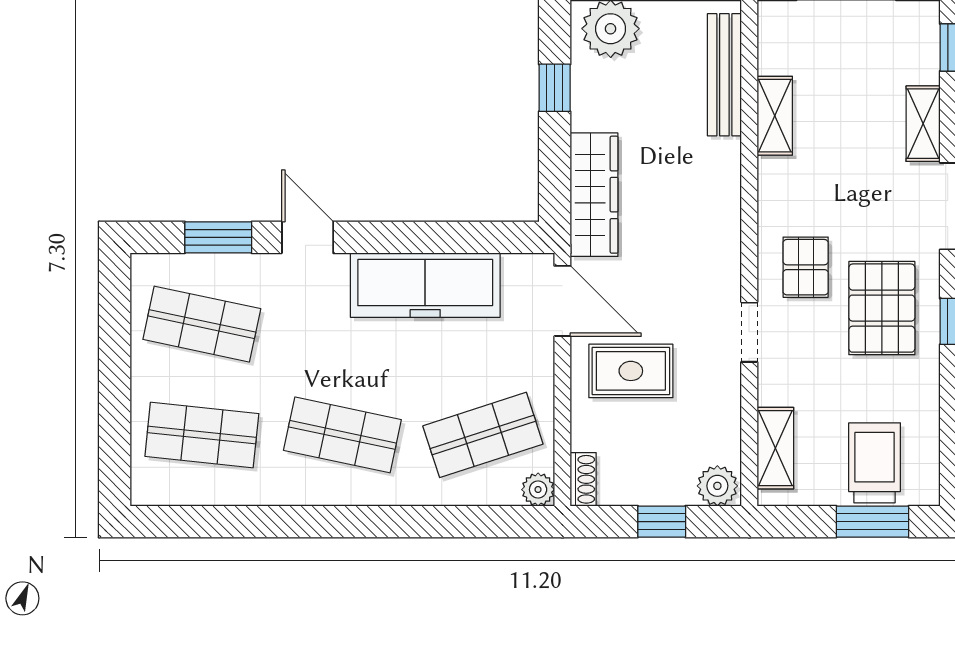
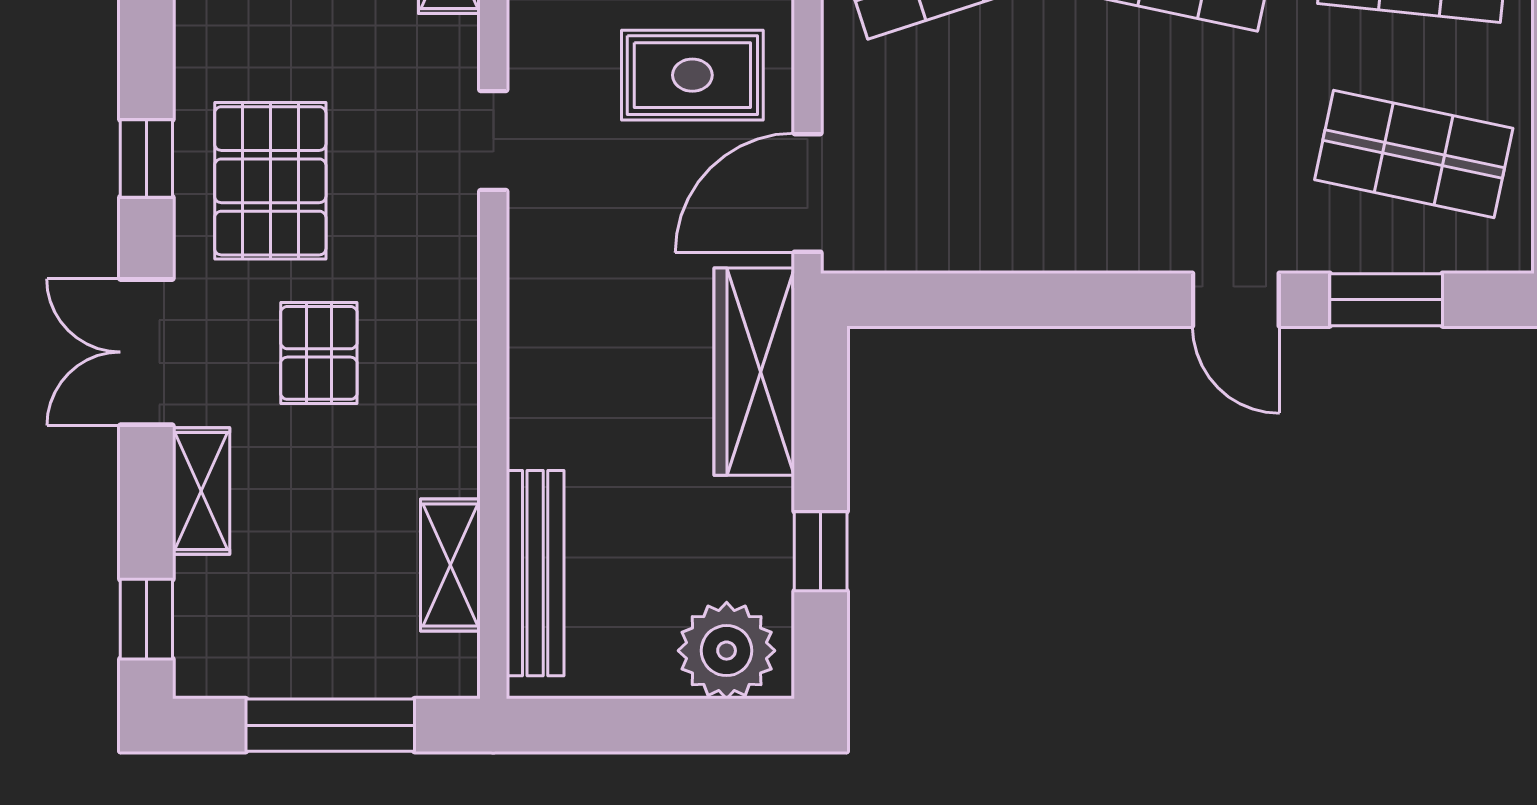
shelving: (775, 116) -> (450, 565), moved
pallet: (806, 267) -> (319, 353), moved
freezer: (425, 285) -> (1038, 219), removed
door: (562, 301) -> (807, 193), hinge flipped

